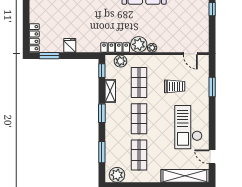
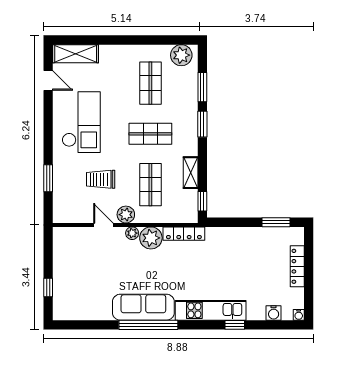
locker: (34, 38) -> (297, 266), moved
fridge: (70, 45) -> (248, 237), removed
door: (190, 54) -> (103, 225), moved
plant: (121, 61) -> (126, 215), moved
window: (102, 113) -> (202, 124), moved
shop shelf: (139, 119) -> (150, 134), turned 90
shelving: (185, 176) -> (76, 54), width x0.68

